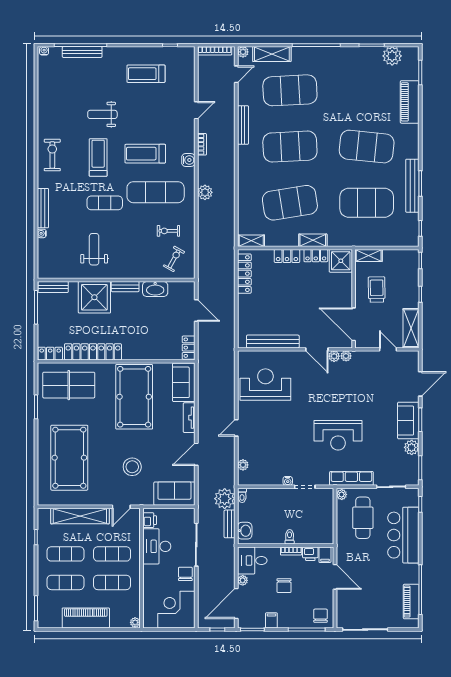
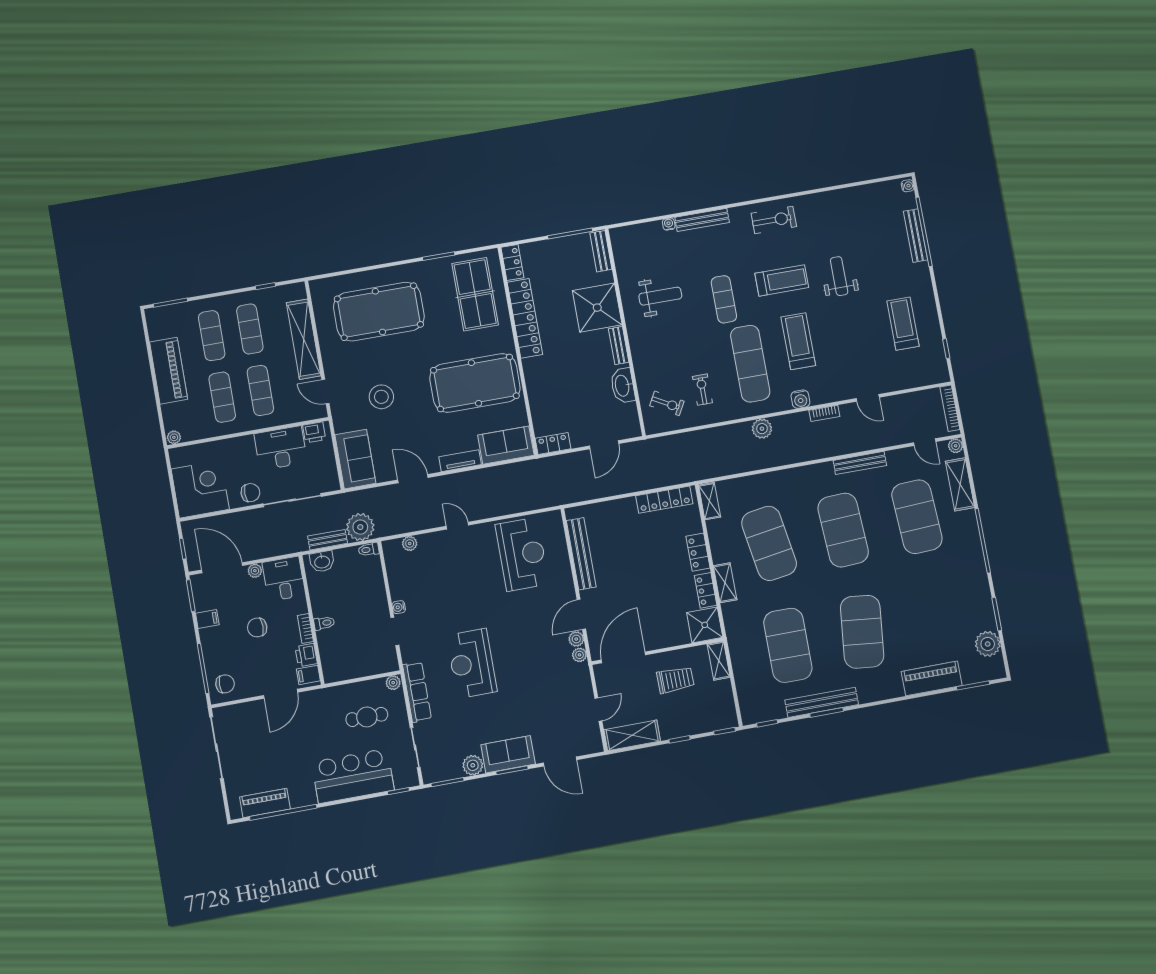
cafe table: (363, 518) -> (367, 717), width x0.73, depth x0.74

